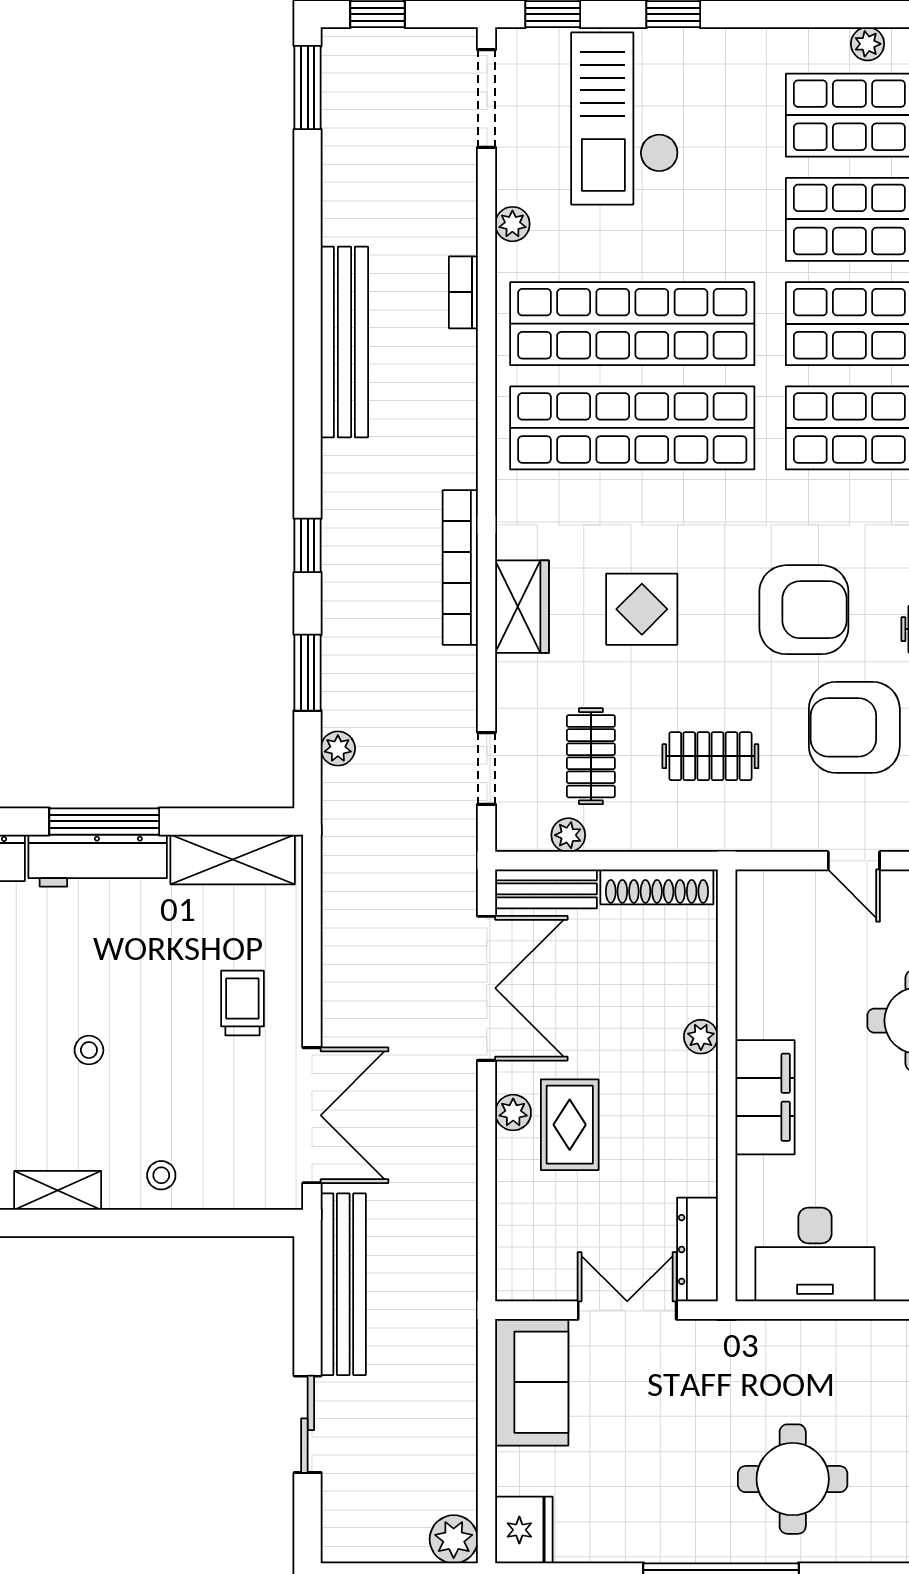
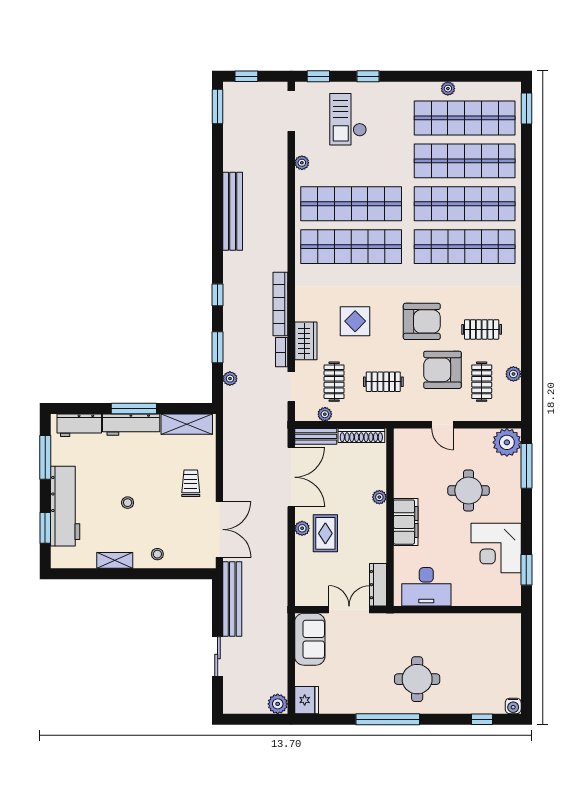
checkout: (625, 118) -> (348, 119), width x0.73, depth x0.83
bookcase: (463, 292) -> (282, 352), moved
wardrobe: (522, 607) -> (306, 341), moved

